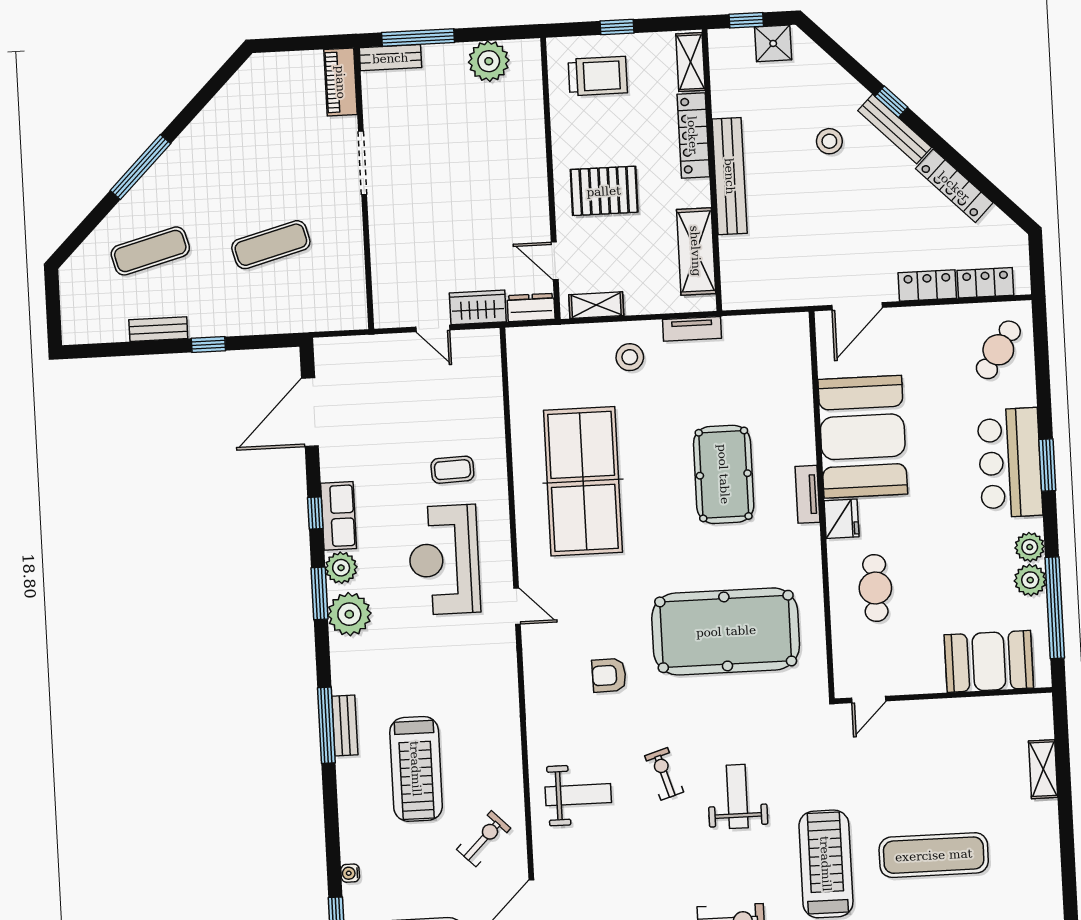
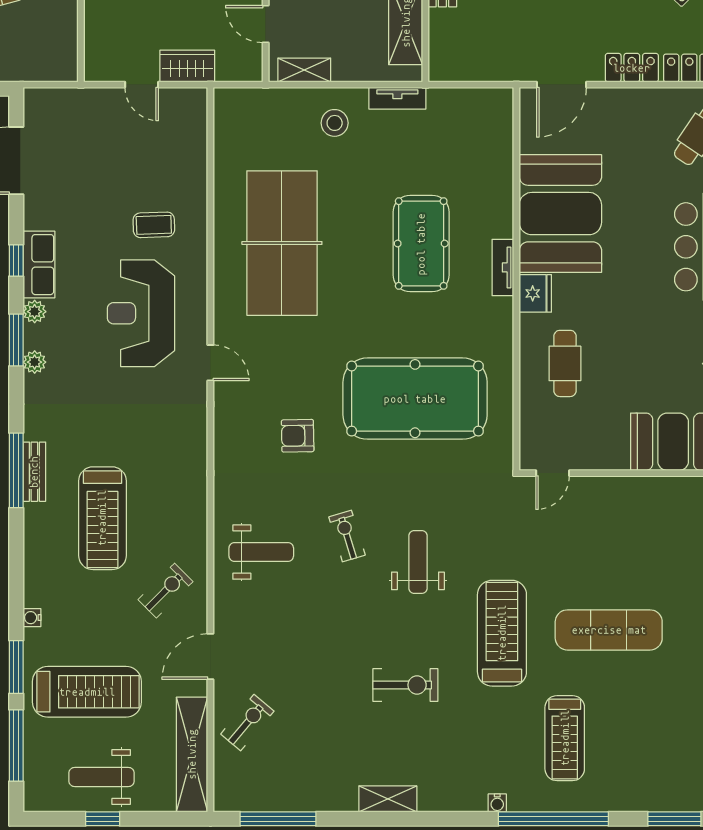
dresser: (531, 307) -> (240, 69), removed
plant: (341, 568) -> (35, 312), width x0.73, depth x0.73
plant: (349, 614) -> (35, 362), width x0.53, depth x0.53

